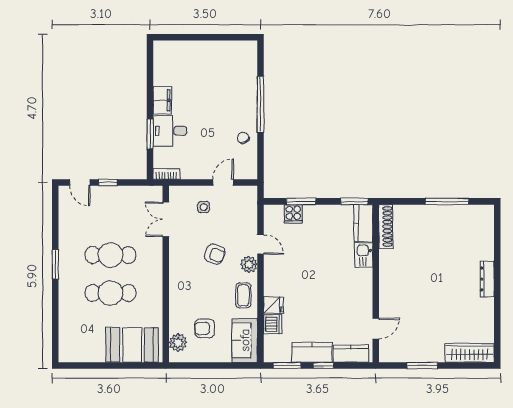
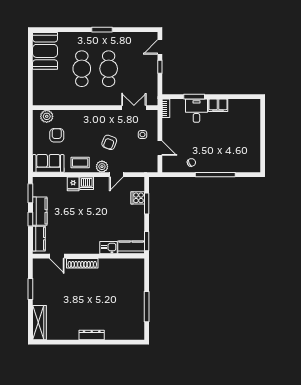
shoe rack: (386, 227) -> (82, 263), moved
dishwasher: (273, 324) -> (87, 183), moved
booth: (132, 345) -> (45, 51), moved

